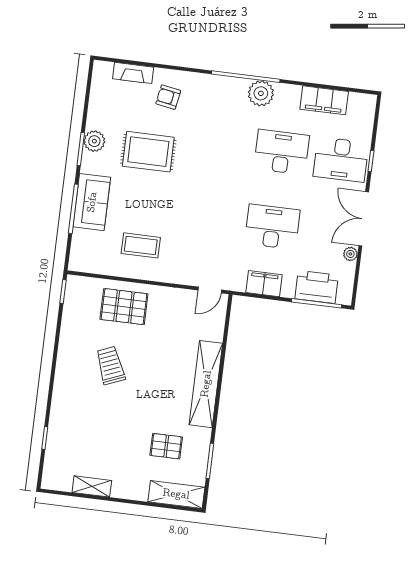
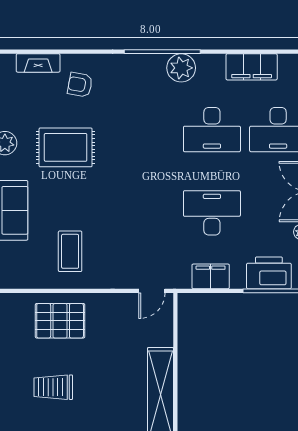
desk: (282, 152) -> (212, 130), turned 180
coffee table: (141, 245) -> (70, 251), turned 90
trolley: (110, 365) -> (53, 387), turned -68

